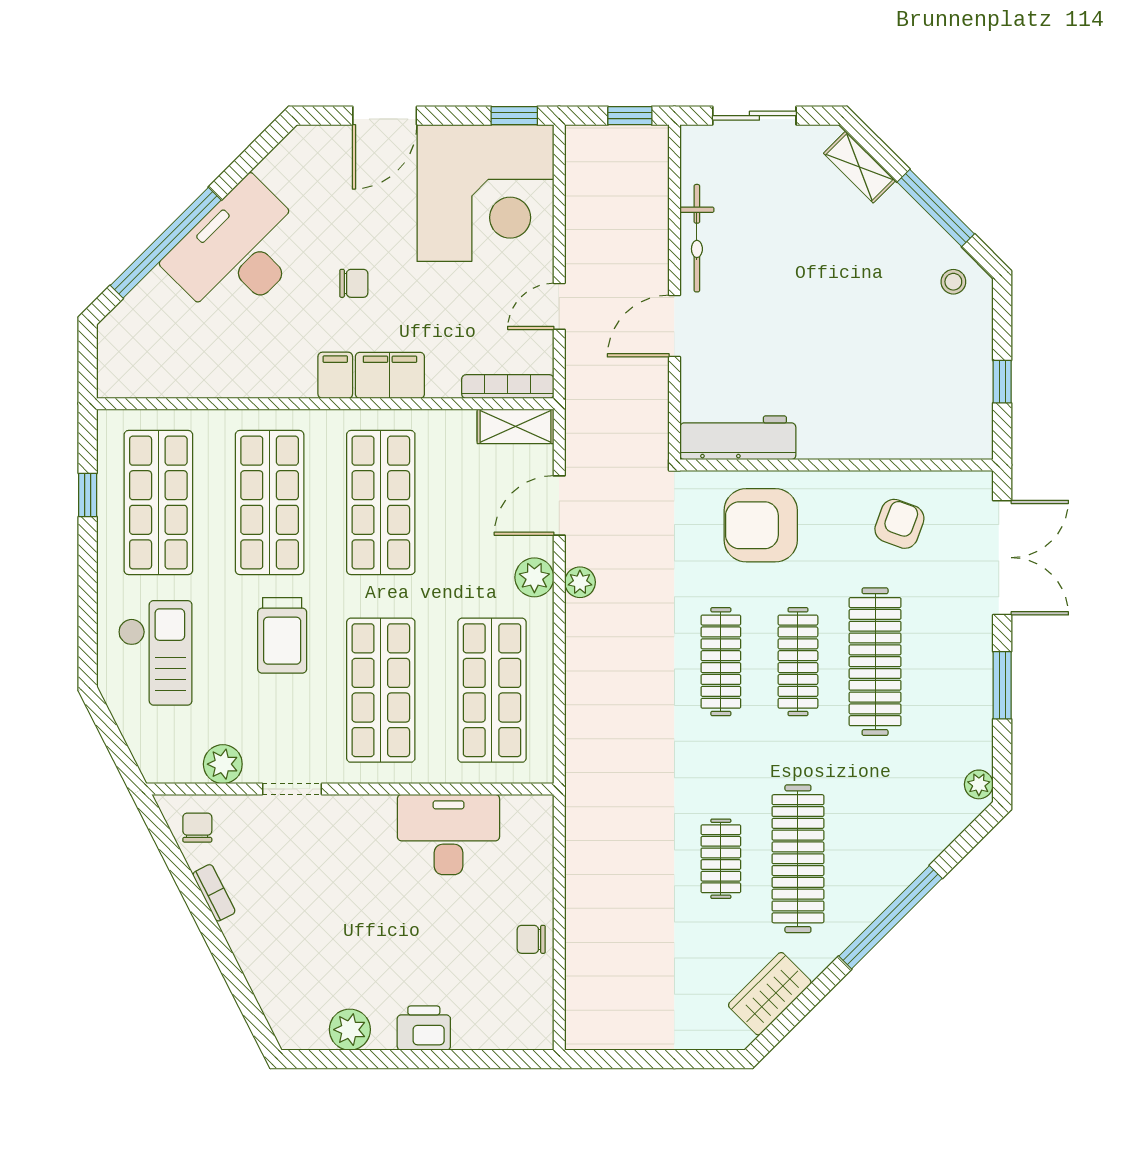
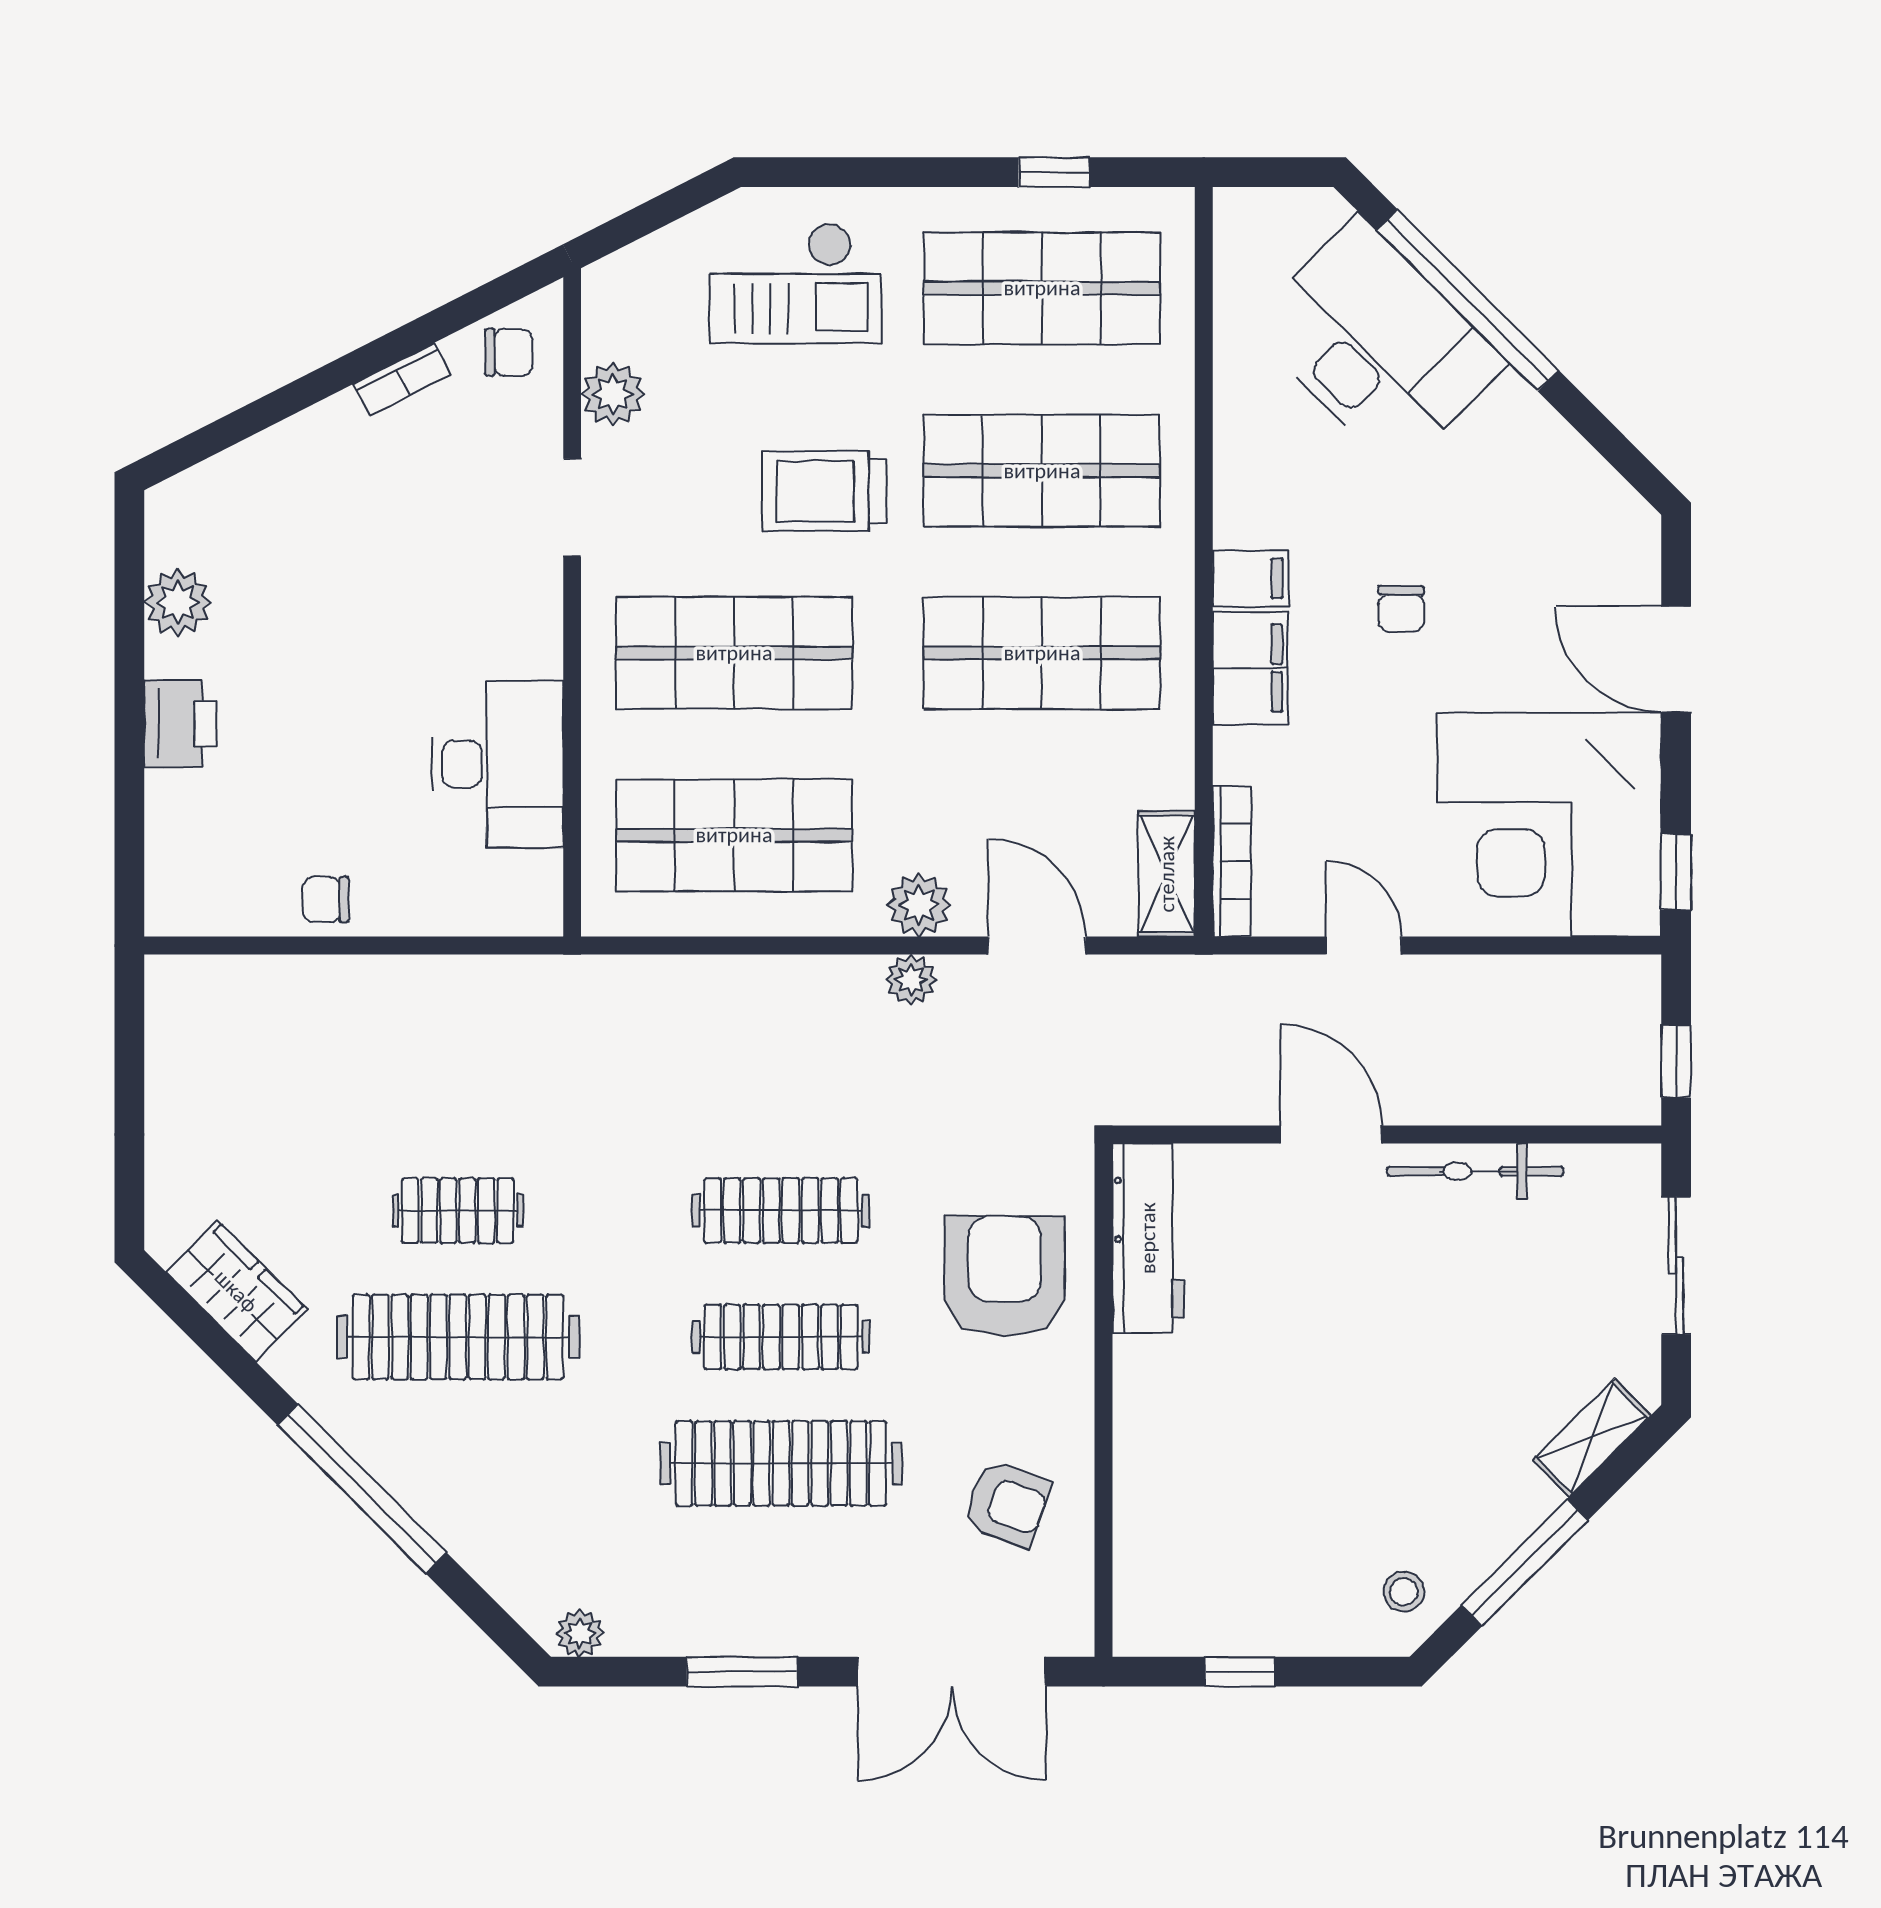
desk: (239, 252) -> (1377, 344), moved
chair: (531, 939) -> (326, 900), turned -90

